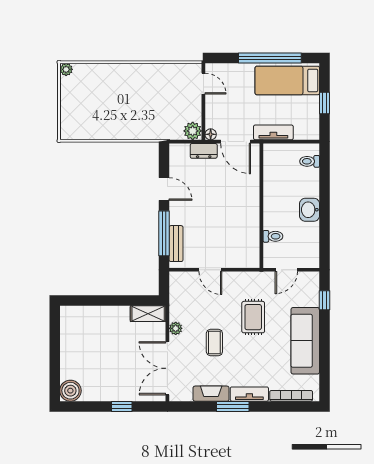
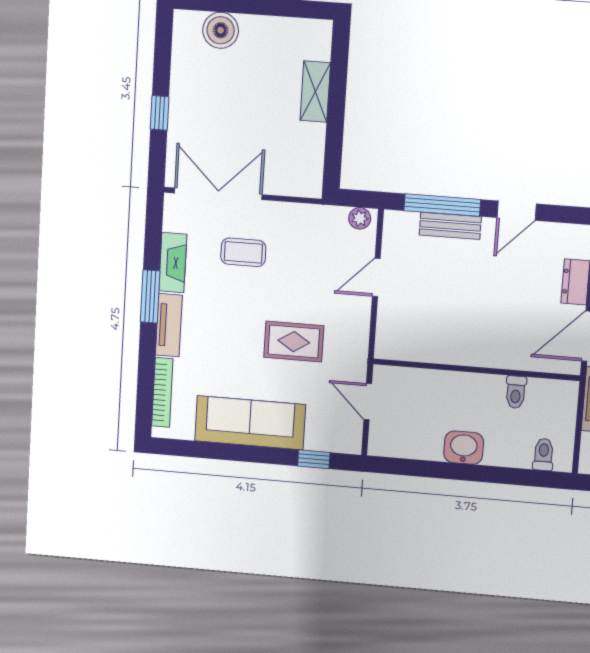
toilet: (273, 236) -> (516, 392), moved
bench: (176, 244) -> (450, 226), moved
shelving: (148, 314) -> (315, 92), moved
plant: (176, 328) -> (360, 218), moved
coffee table: (214, 342) -> (243, 252), moved
boiler: (70, 391) -> (221, 30), moved

